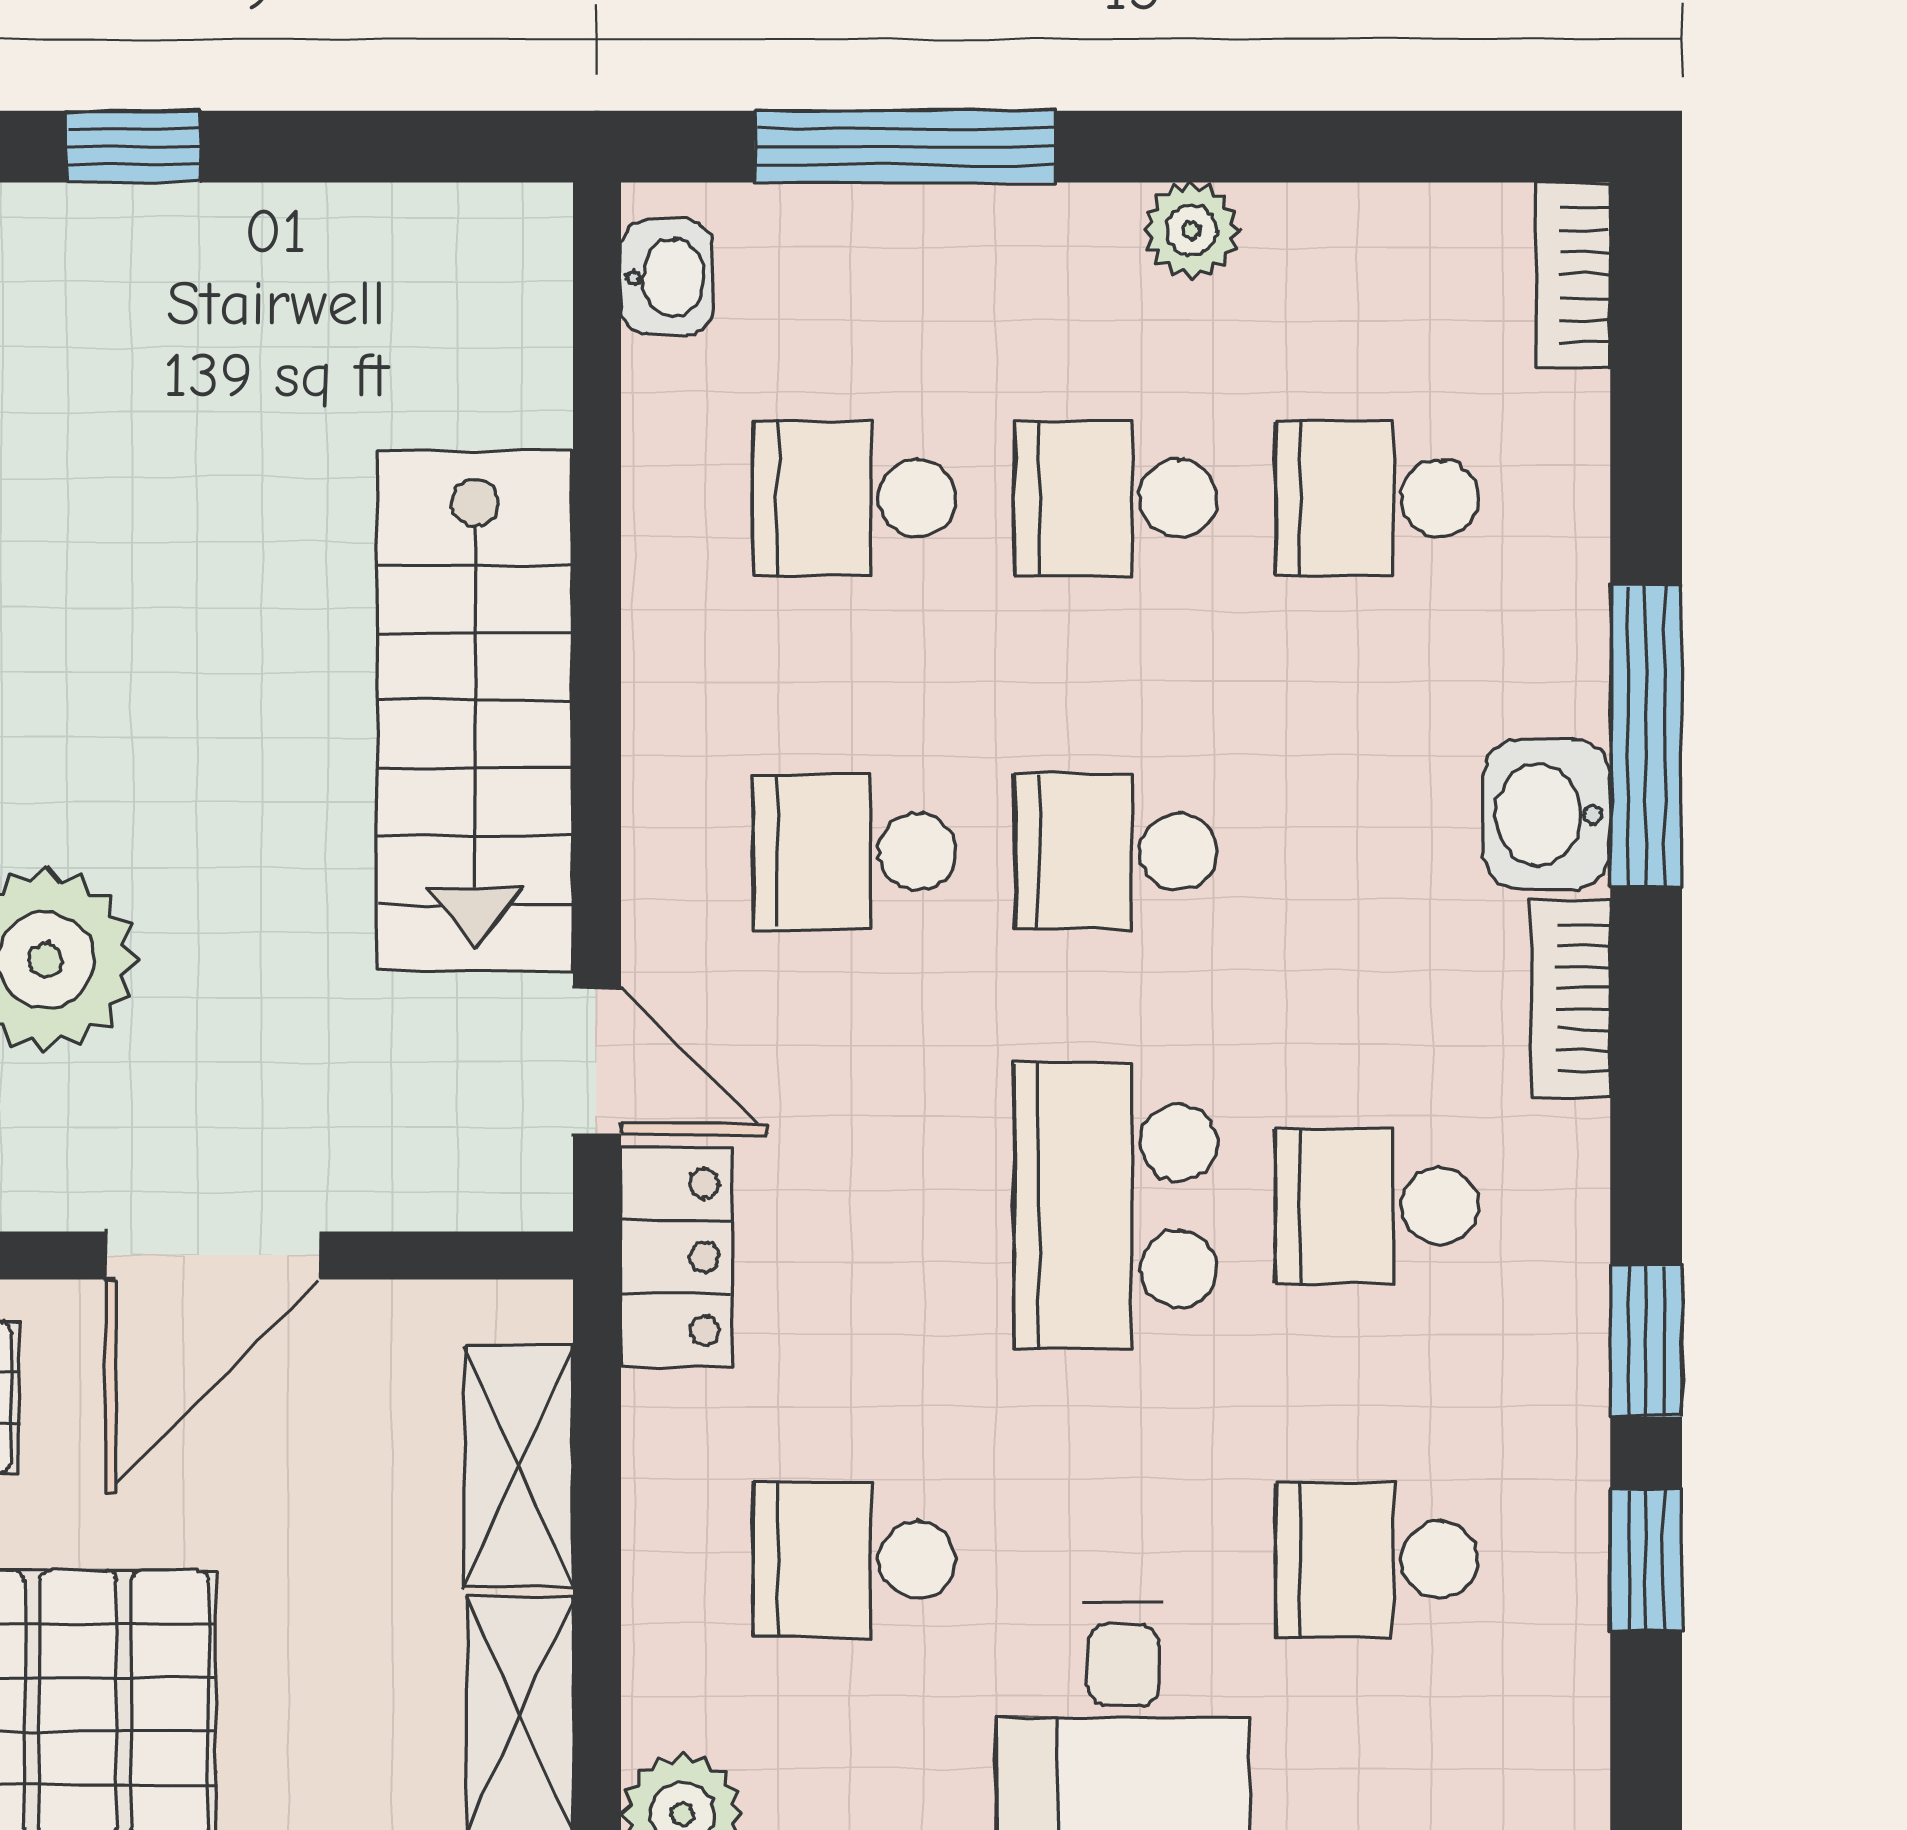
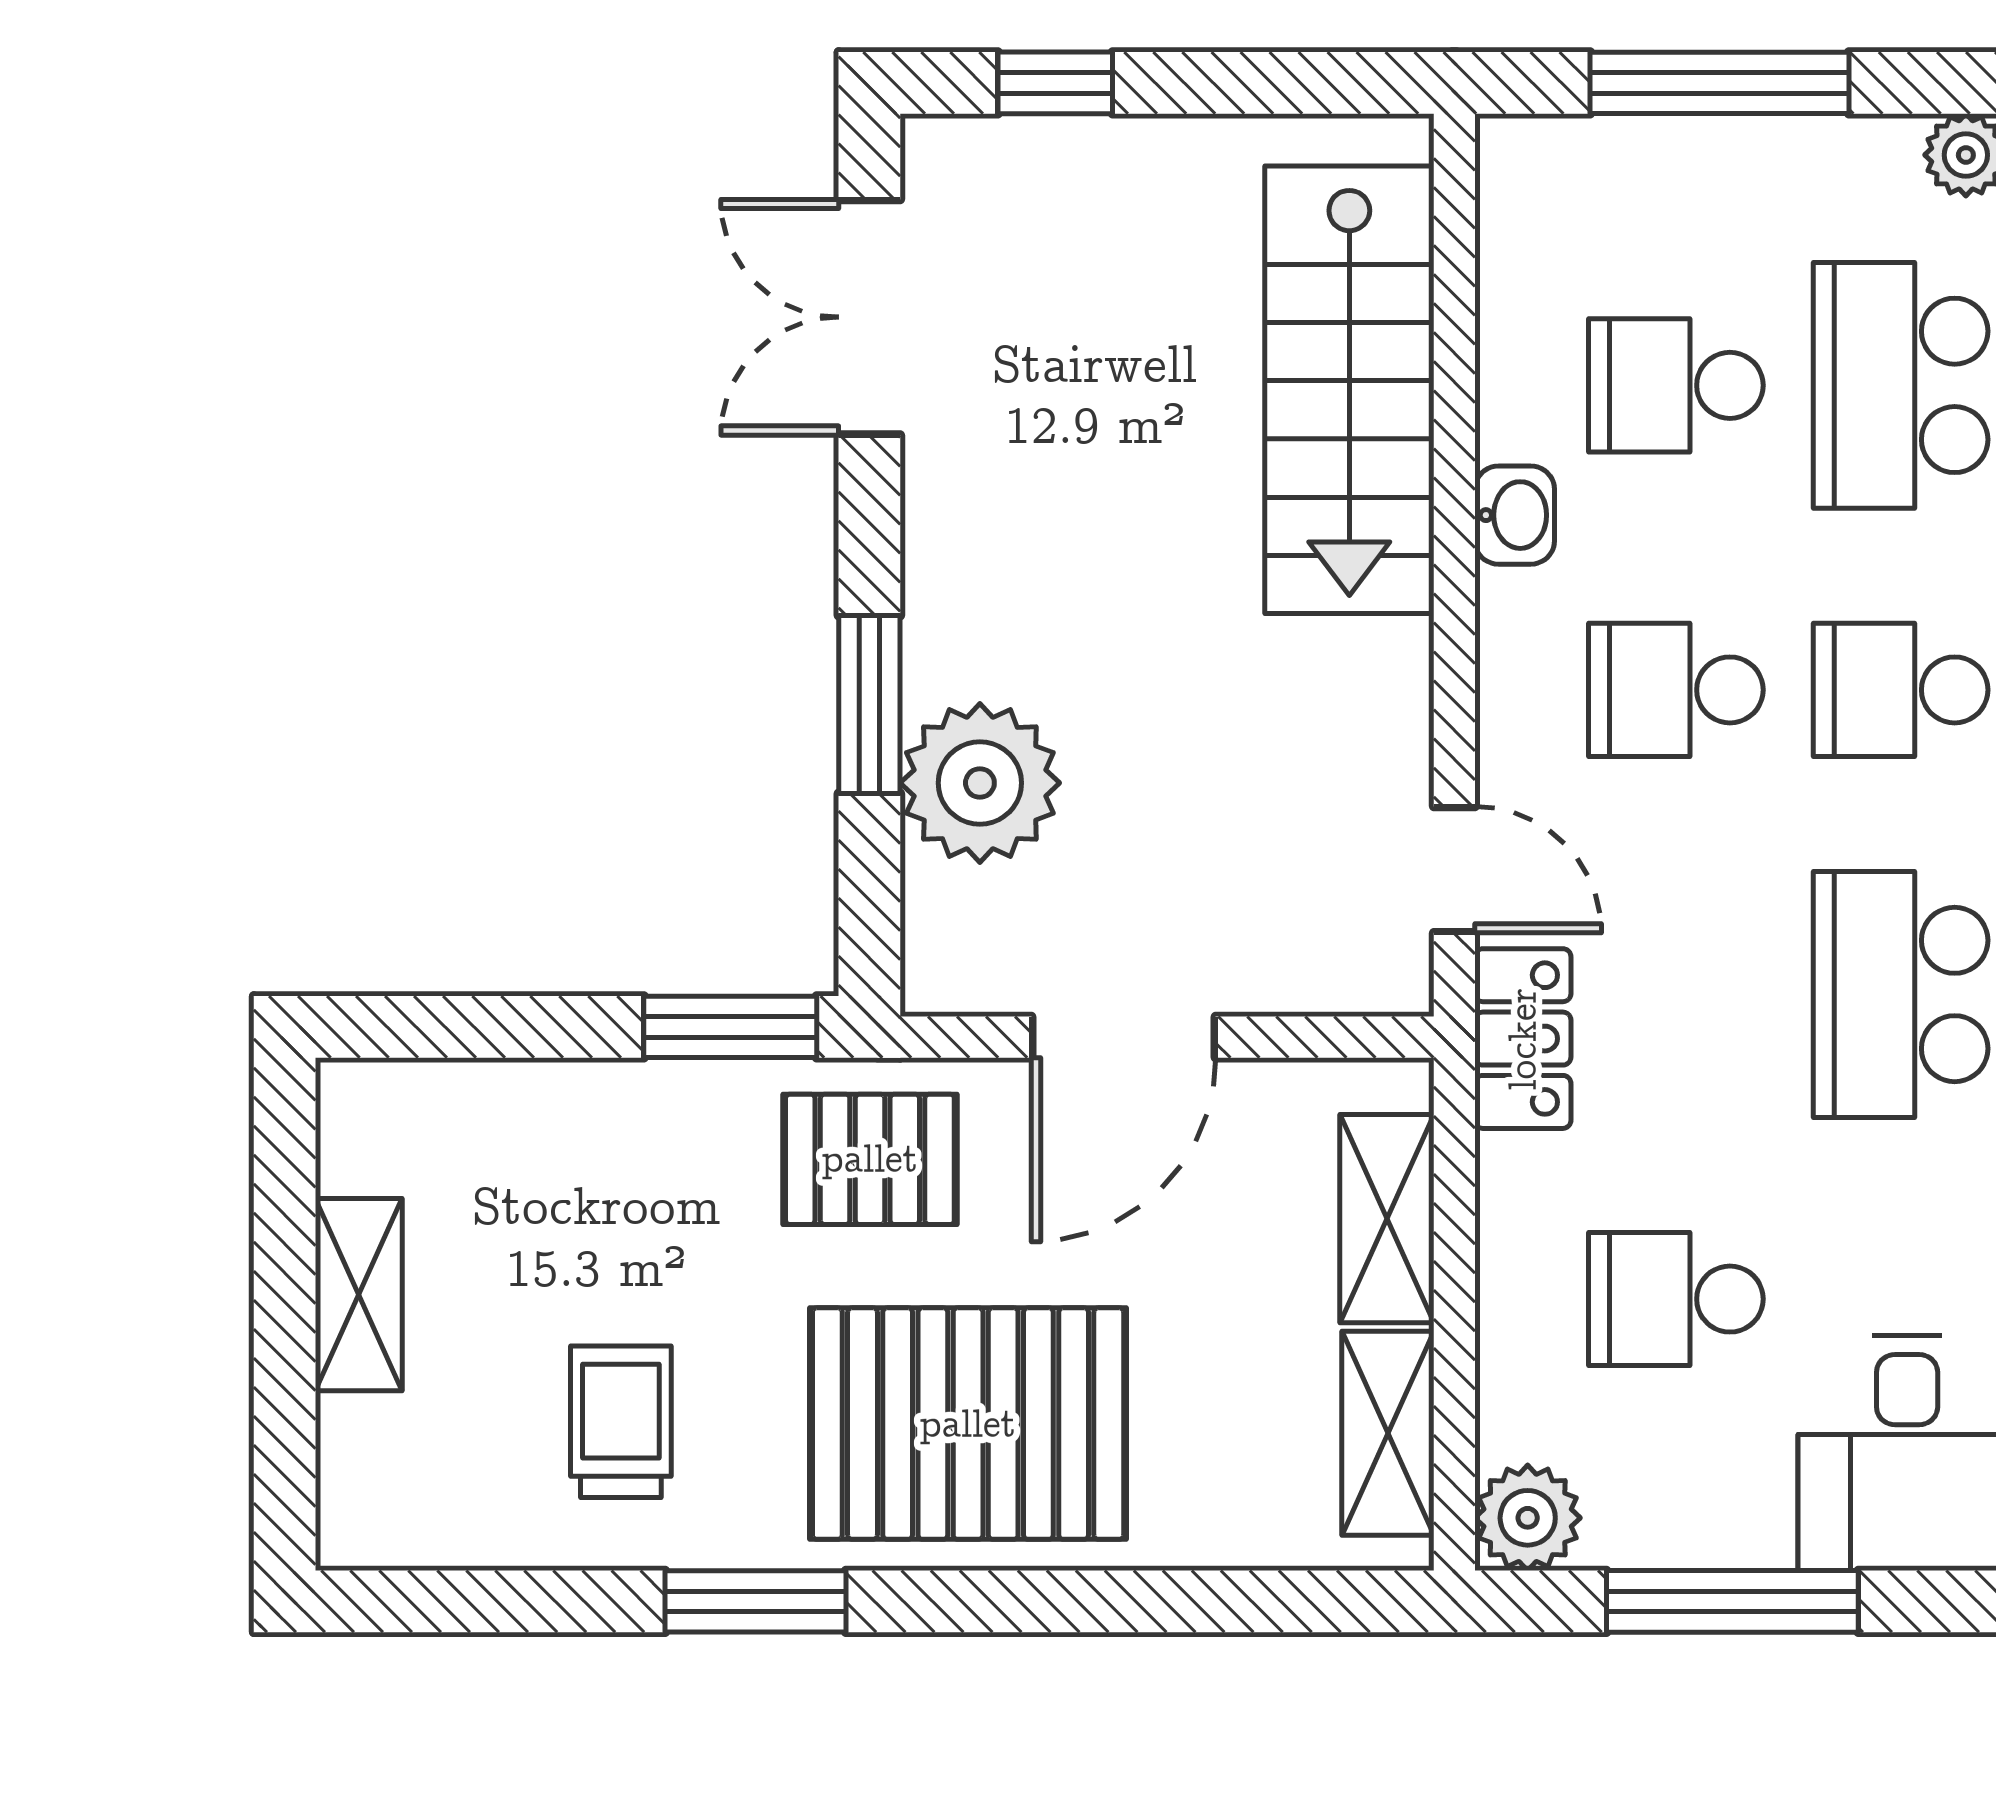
washbasin: (667, 277) -> (1515, 515), moved
school desk: (1116, 498) -> (1901, 385), width x1.85
stairs: (475, 711) -> (1349, 390), moved

